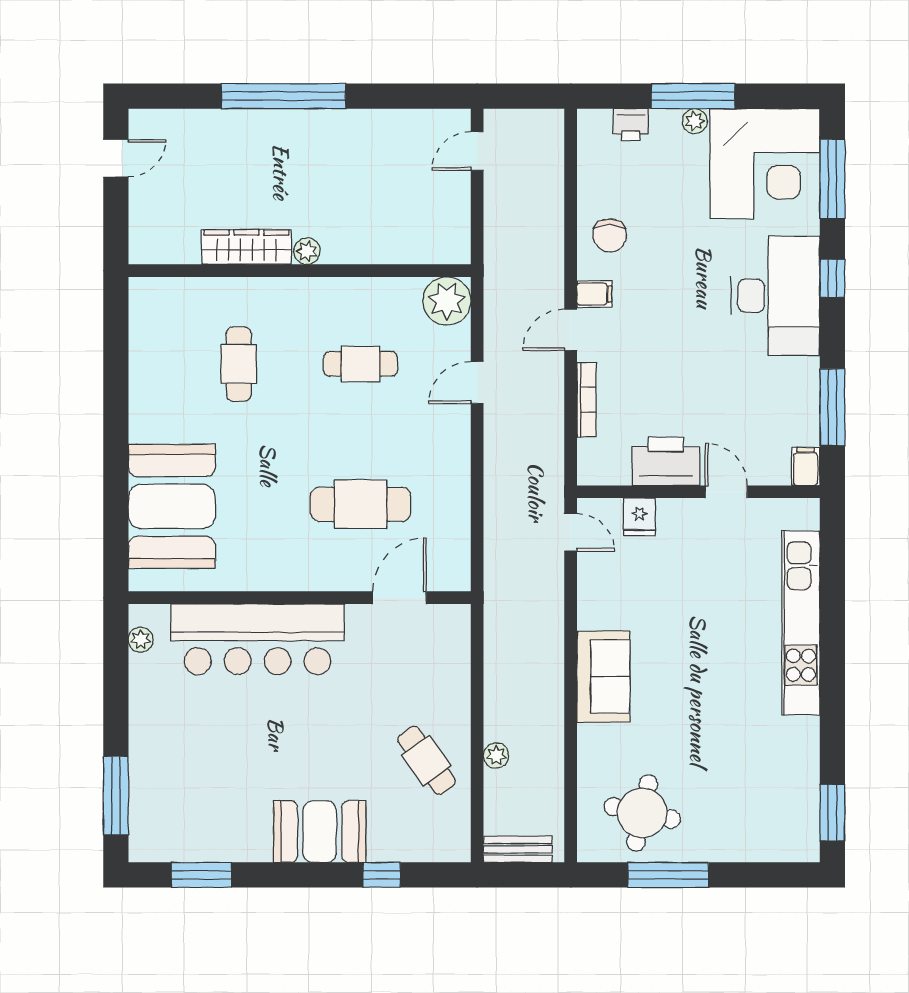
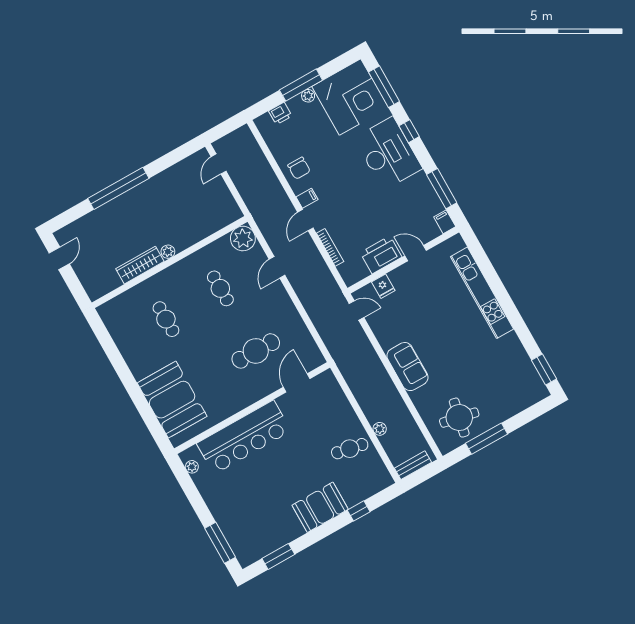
cafe table: (361, 364) -> (220, 288), turned 90
cafe table: (426, 760) -> (350, 449), turned -43

